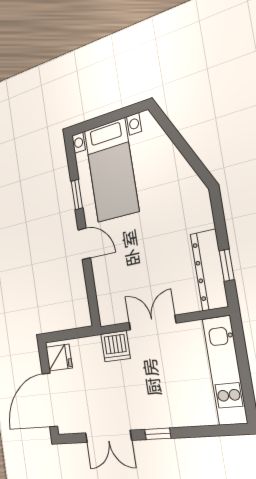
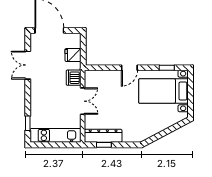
window: (77, 195) -> (167, 68), moved
fridge: (59, 358) -> (73, 55), moved, turned 90
window: (158, 434) -> (28, 123), moved

